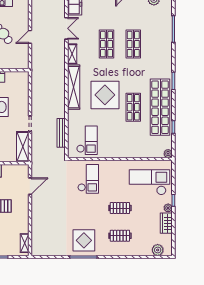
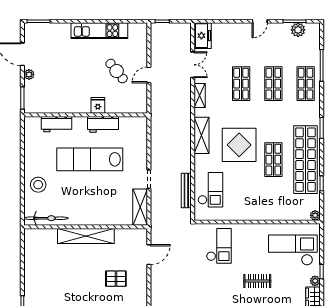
shop shelf: (160, 44) -> (306, 84), added
shelving: (74, 87) -> (201, 135), width x0.68
checkout: (87, 140) -> (210, 190), moved

